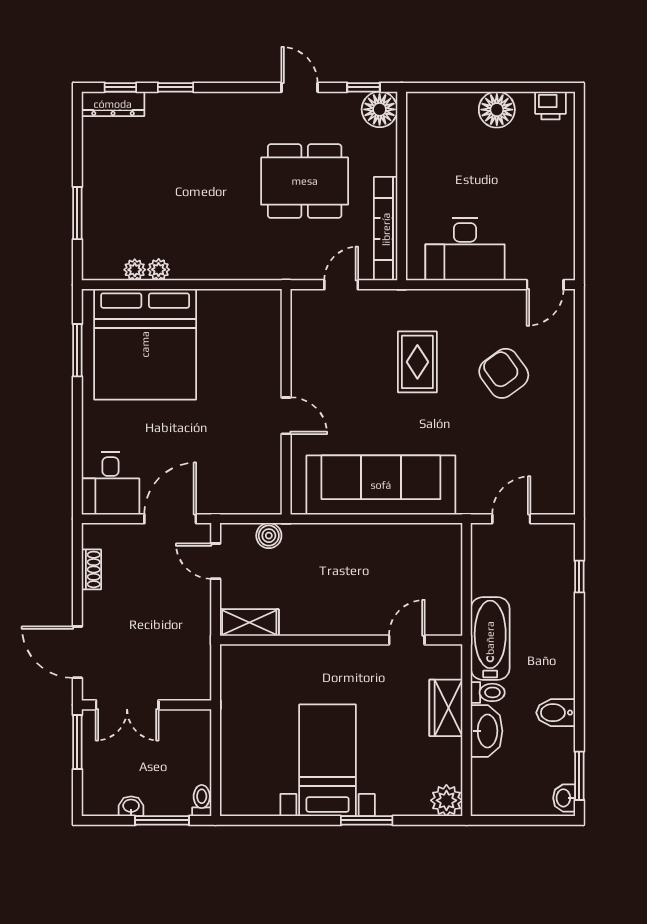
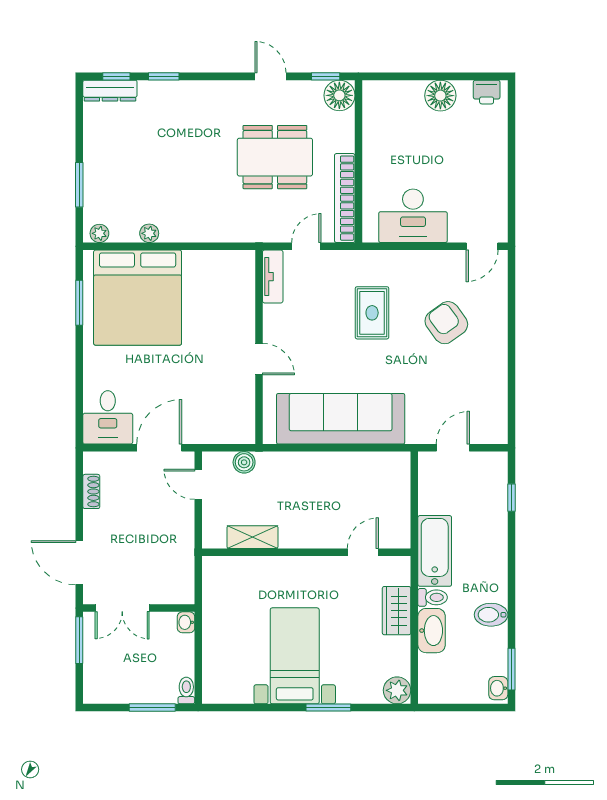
plant: (135, 270) -> (99, 233), moved
tv unit: (302, 320) -> (273, 277), added
shelving: (249, 622) -> (252, 537), moved
washbasin: (131, 806) -> (186, 622), moved, turned -90

